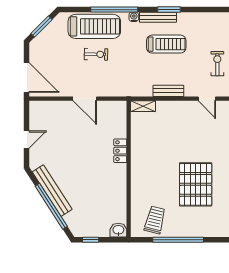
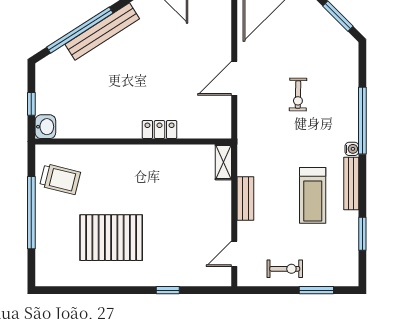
window: (169, 10) -> (362, 234), moved
treadmill: (94, 26) -> (338, 92), removed
window: (91, 240) -> (31, 104), moved

